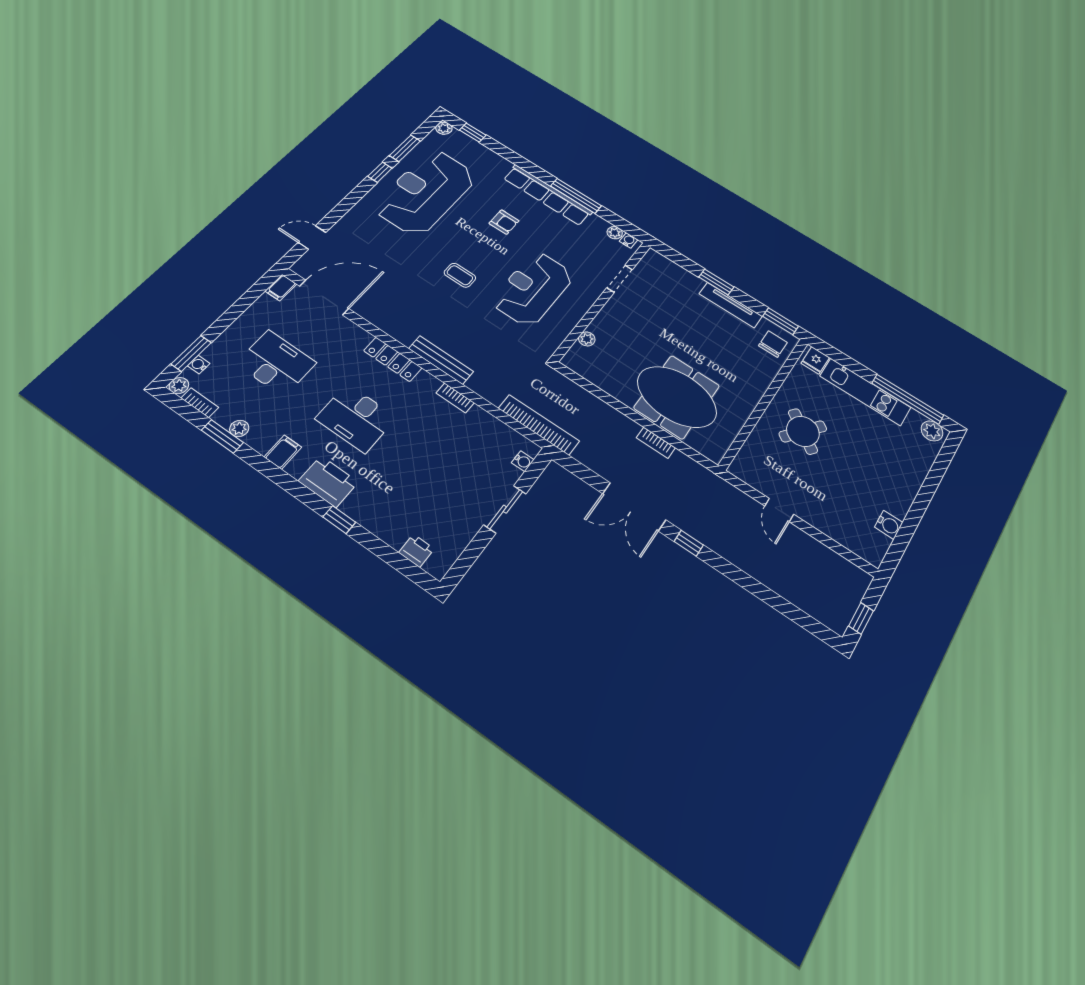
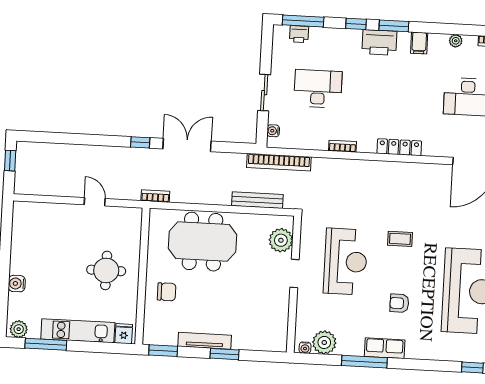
row of seats: (547, 195) -> (385, 348), width x0.50
plant: (615, 233) -> (324, 342), width x1.88, depth x1.88
doorway: (620, 279) -> (294, 274), moved
plant: (587, 339) -> (281, 240), width x1.88, depth x1.88
chair: (773, 344) -> (167, 292), moved, turned -90
bench: (441, 360) -> (257, 200), moved
window: (908, 399) -> (46, 344), width x0.68
desk: (356, 418) -> (318, 89), moved
round table: (803, 431) -> (106, 270), turned -38
window: (222, 436) -> (394, 26), moved
bookcase: (656, 443) -> (155, 196), moved
water cooler: (889, 525) -> (17, 284), moved
window: (400, 563) -> (303, 21), added

